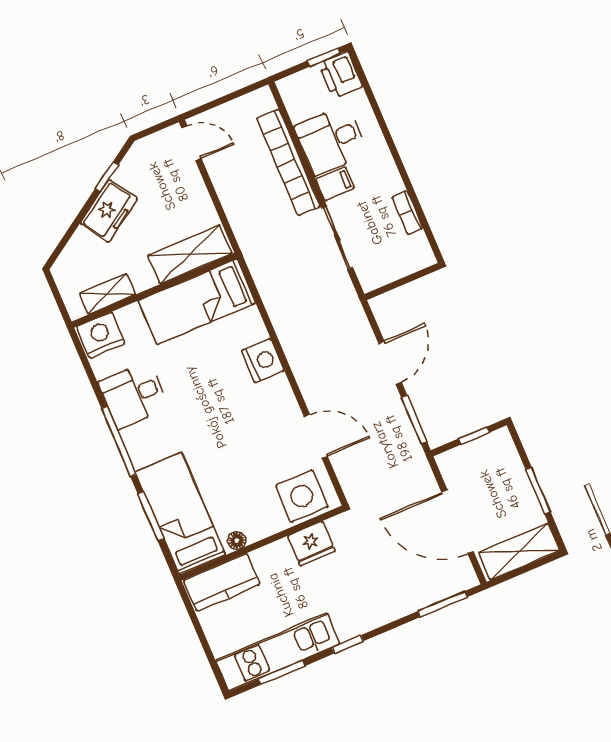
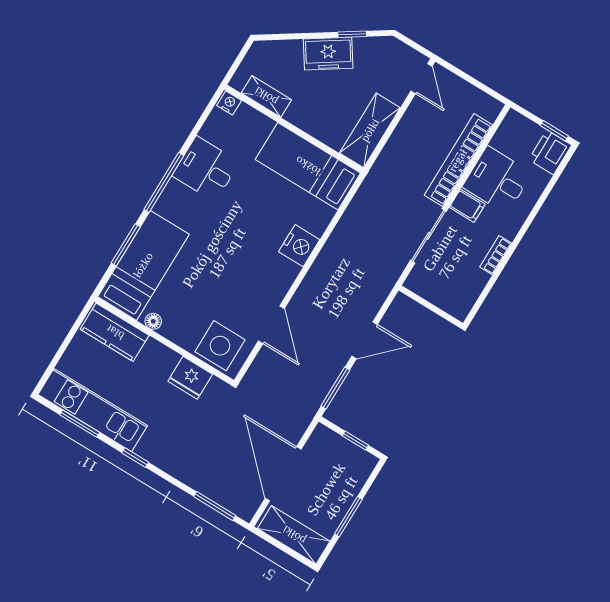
bookcase: (407, 213) -> (496, 255), moved
shelving: (190, 255) -> (370, 130), moved, turned 90
nightstand: (101, 335) -> (229, 103), width x0.53, depth x0.56

